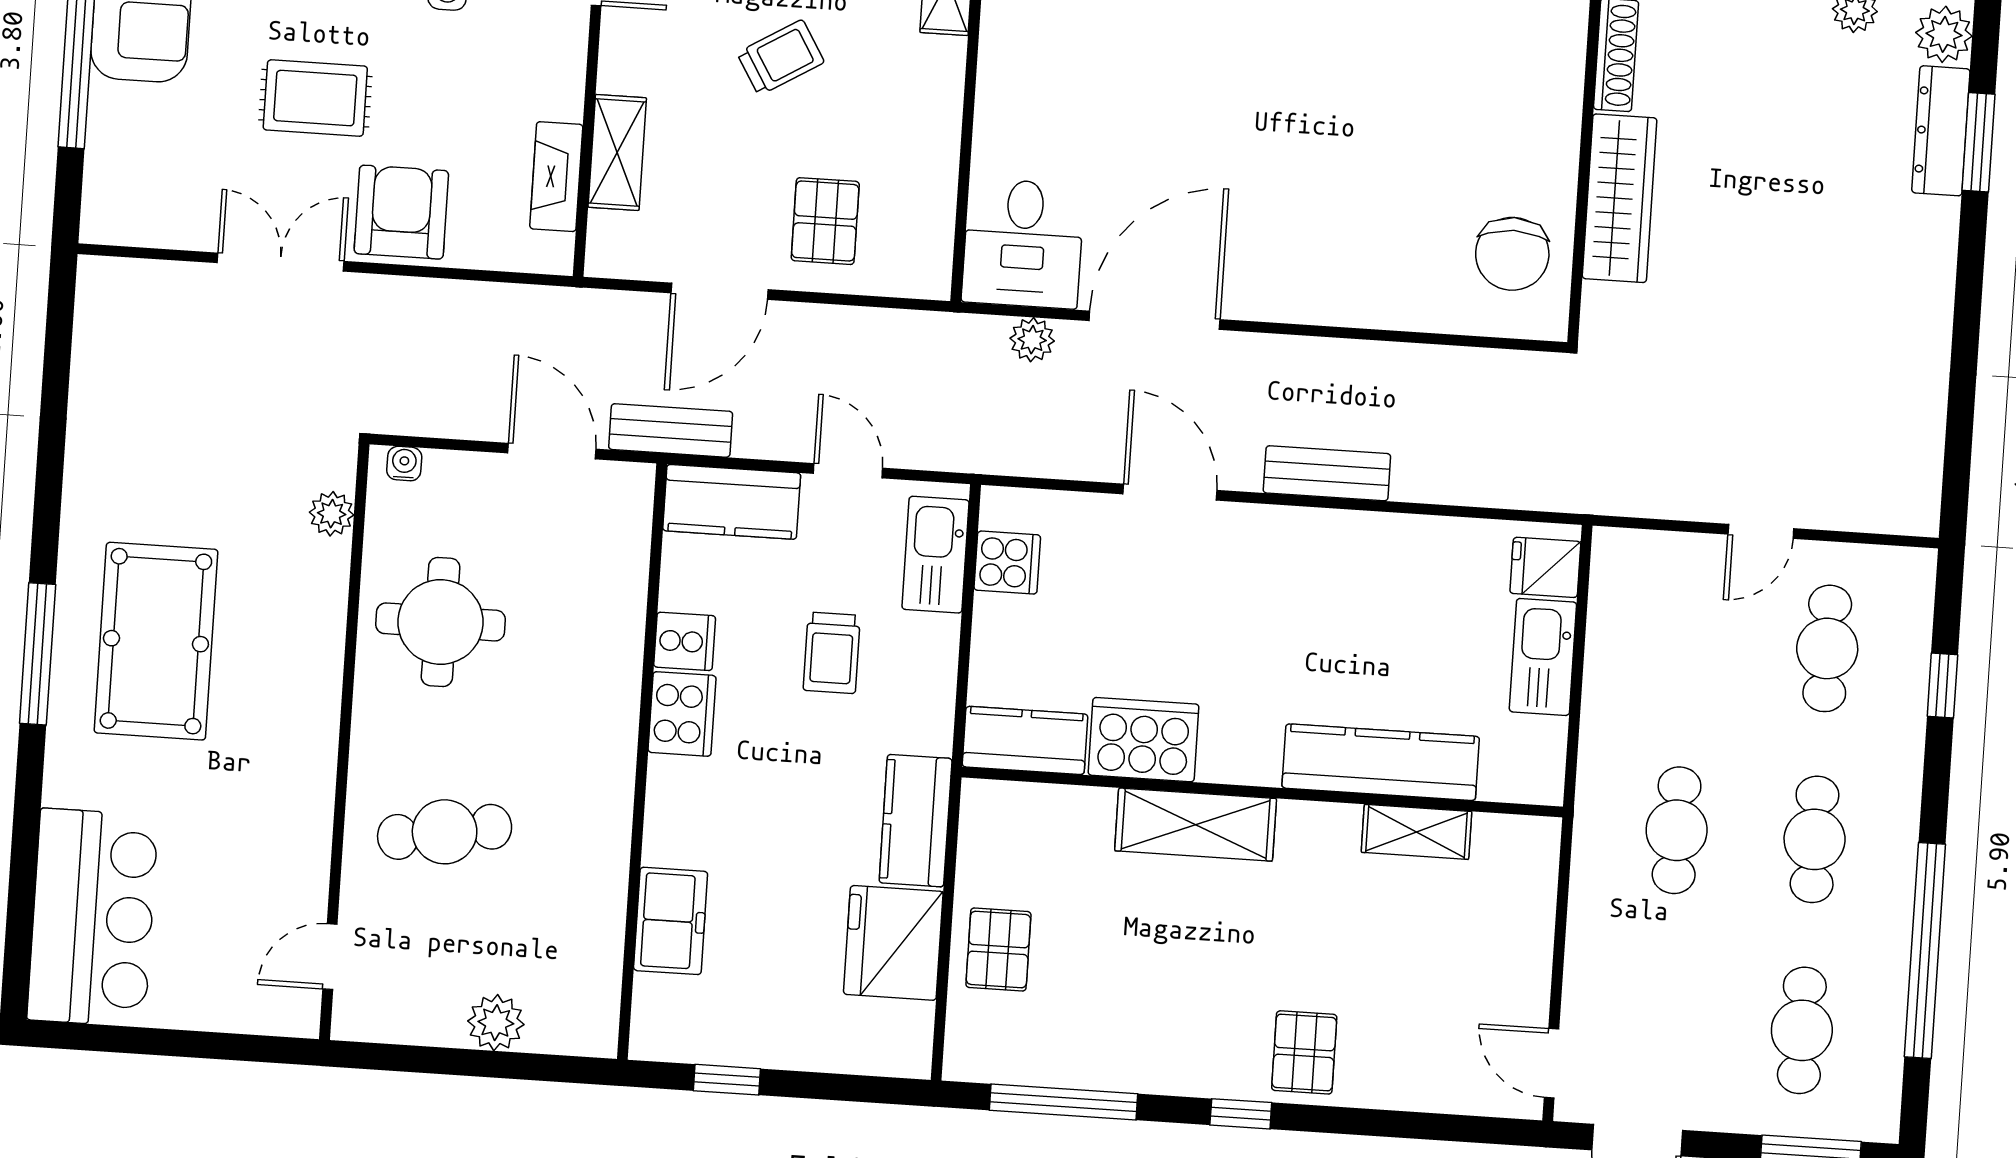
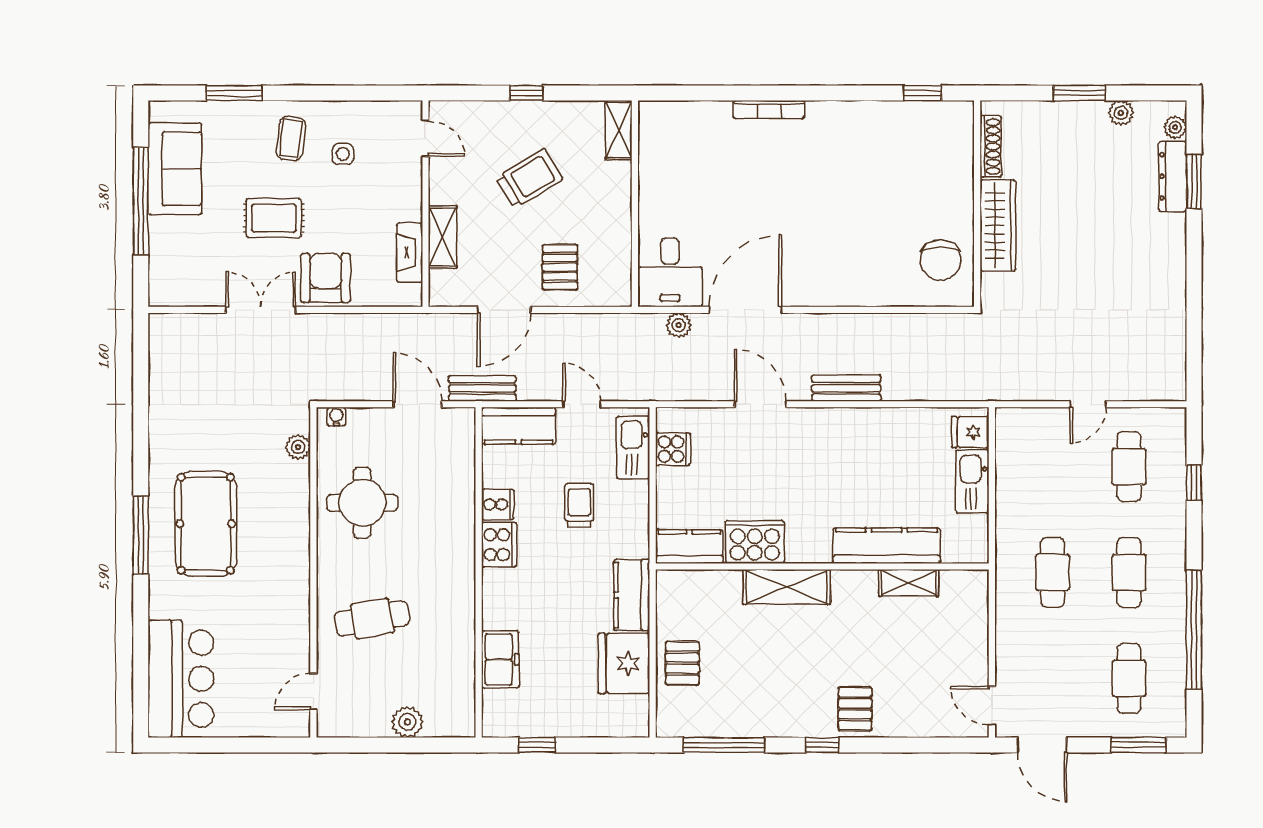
plant: (1944, 34) -> (1175, 127), width x0.73, depth x0.73
trolley: (781, 58) -> (529, 179), width x1.36, depth x1.39
trolley: (832, 653) -> (579, 505), turned 180

